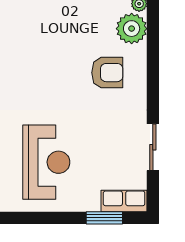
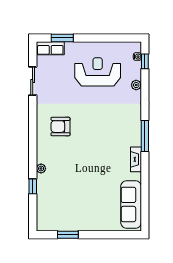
plant: (132, 29) -> (46, 153), removed
reception desk: (46, 162) -> (98, 72), turned 90

